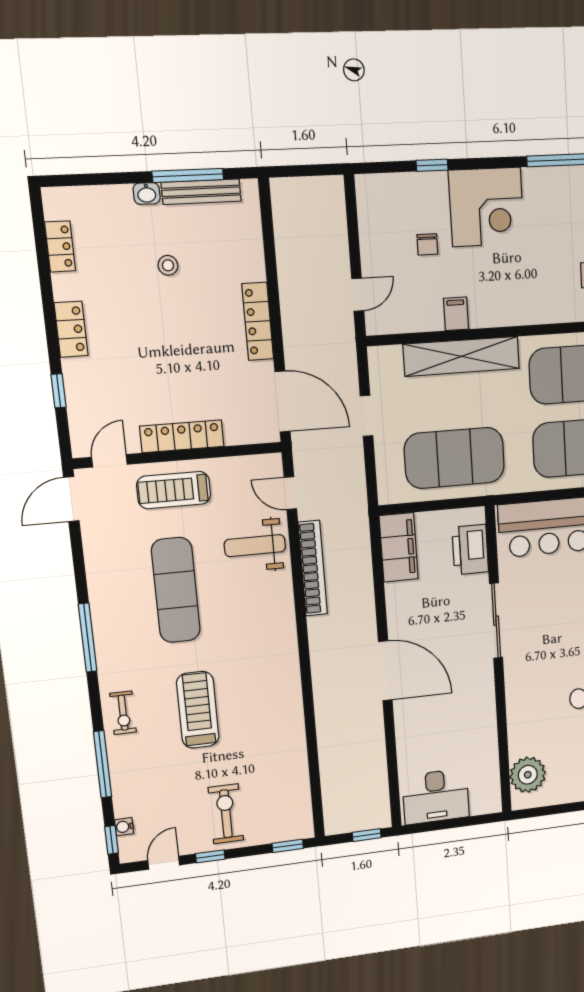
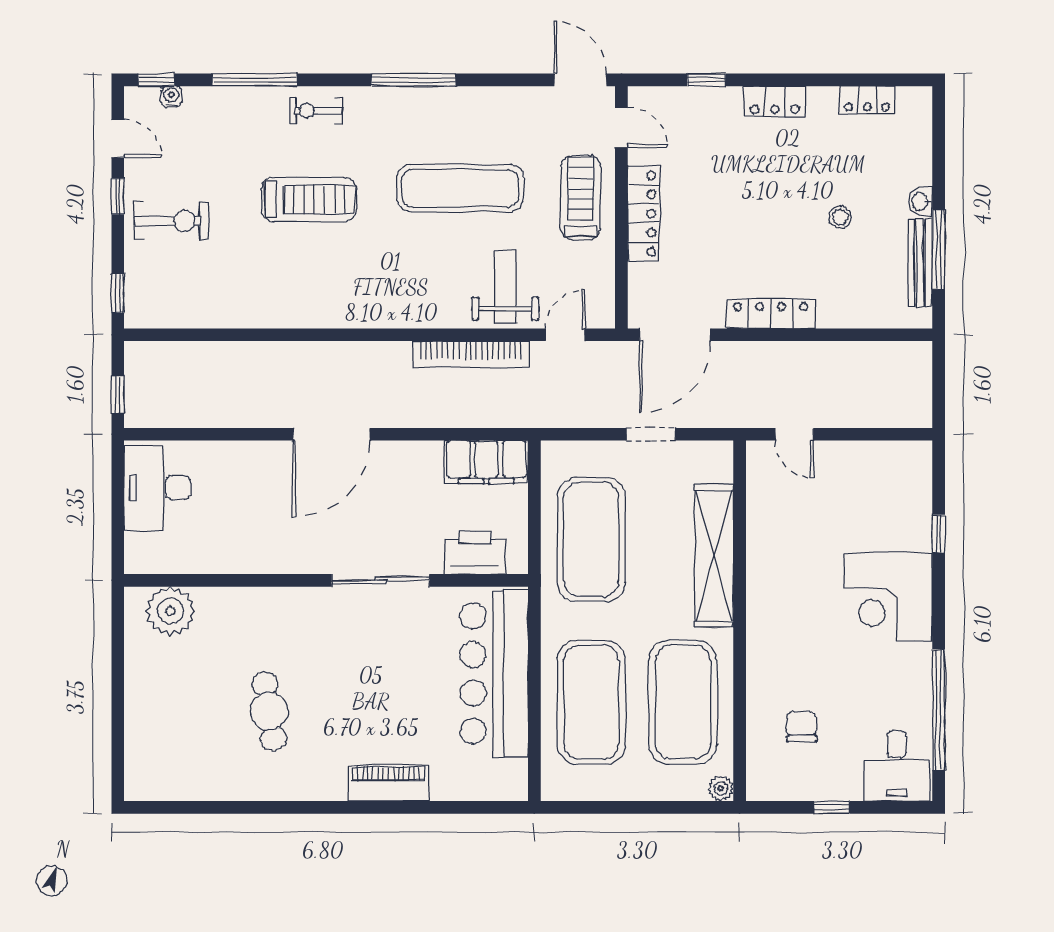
chair: (427, 244) -> (848, 522), removed
filing cabinet: (456, 314) -> (765, 552), removed

